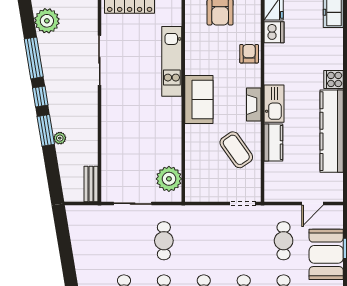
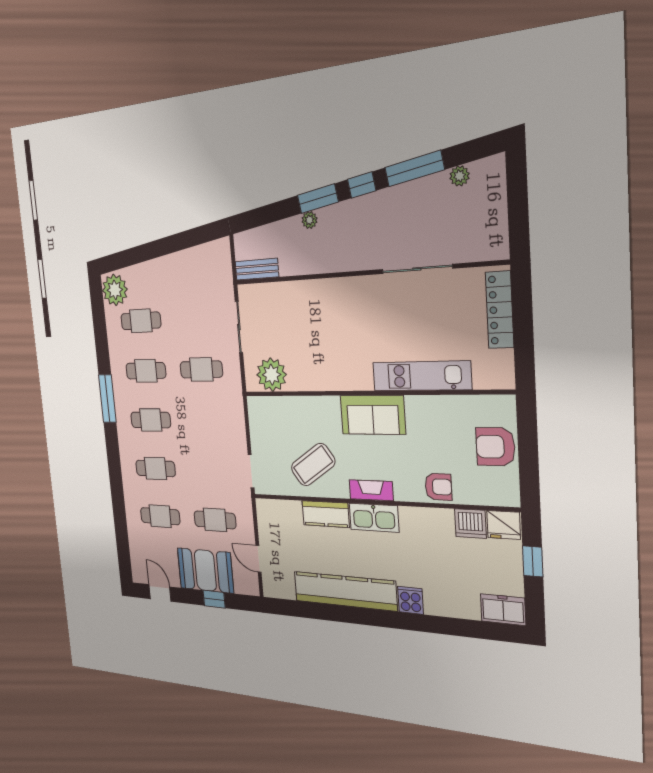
plant: (47, 21) -> (460, 176), width x0.53, depth x0.53

